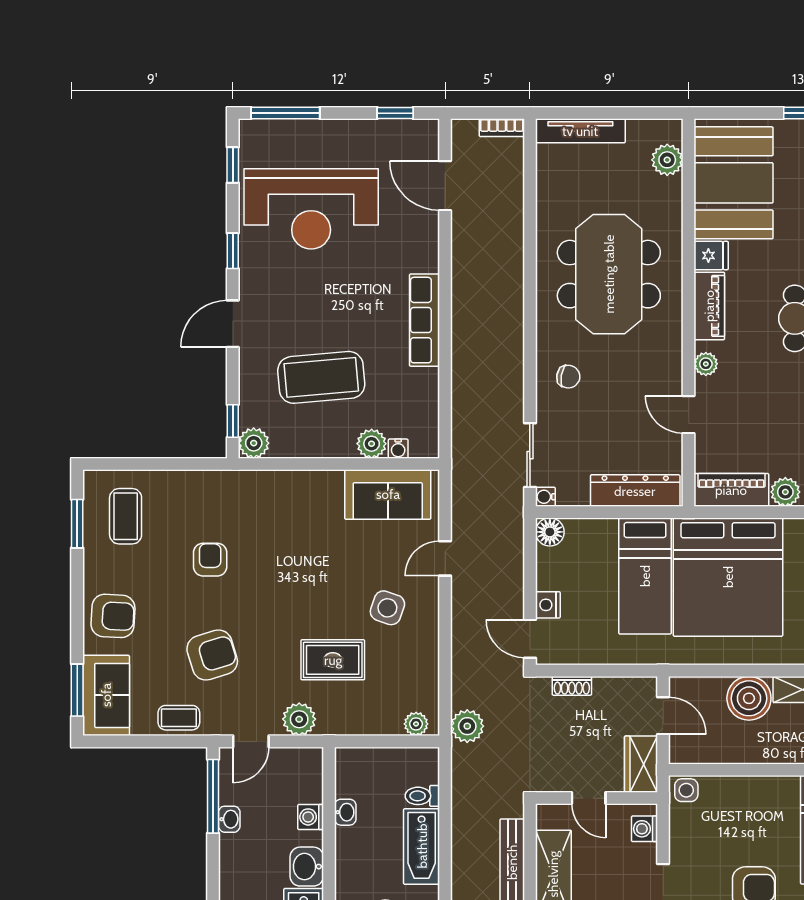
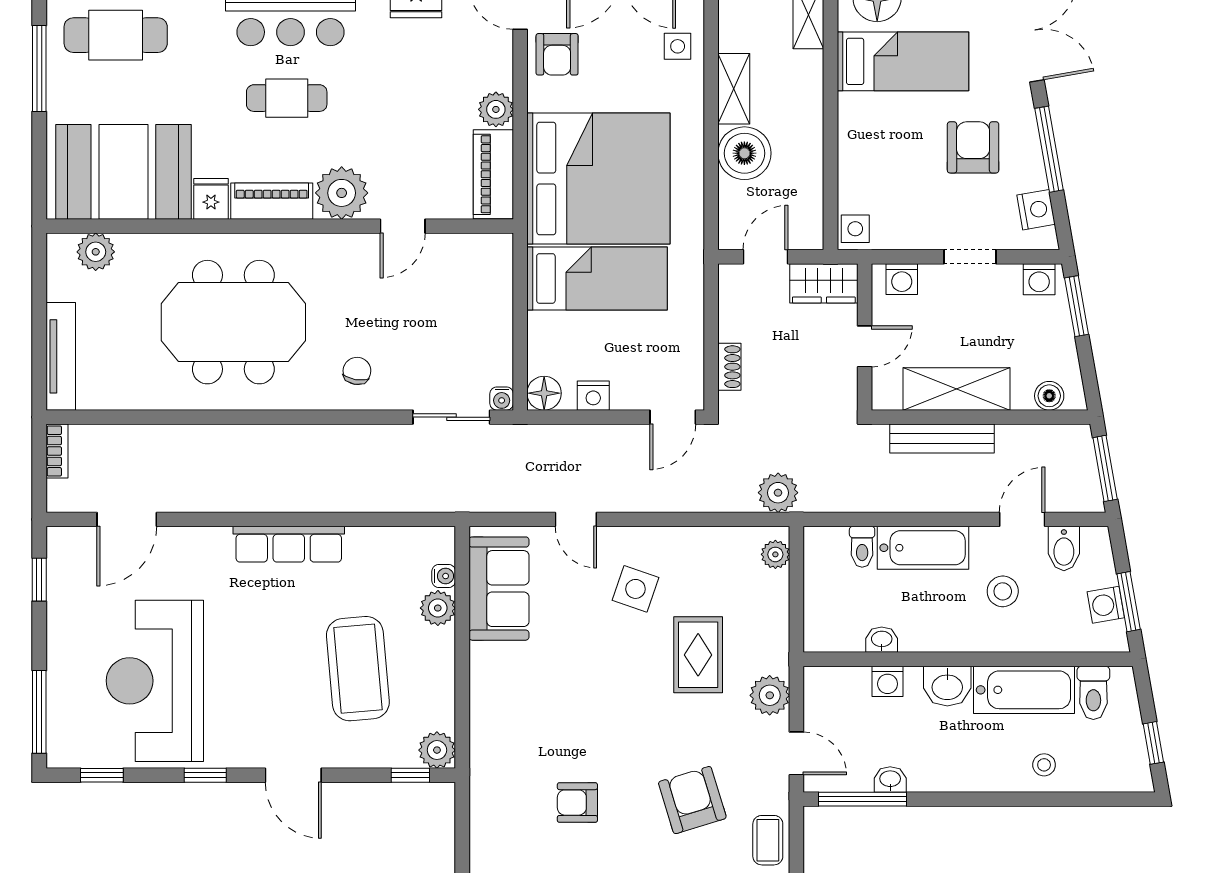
reception desk: (311, 209) -> (155, 681), turned 180
plant: (706, 364) -> (342, 193), width x1.87, depth x1.87
dresser: (635, 491) -> (494, 290), removed
nightstand: (548, 605) -> (593, 396), moved

